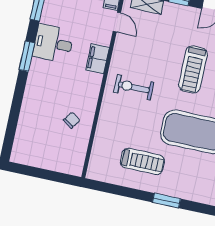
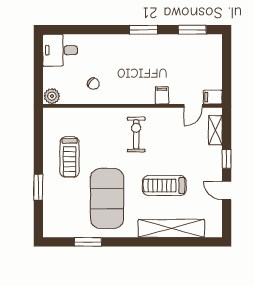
desk: (53, 43) -> (60, 50), moved, turned -90
filing cabinet: (98, 59) -> (162, 95), width x0.50
plant: (75, 166) -> (52, 96), added

